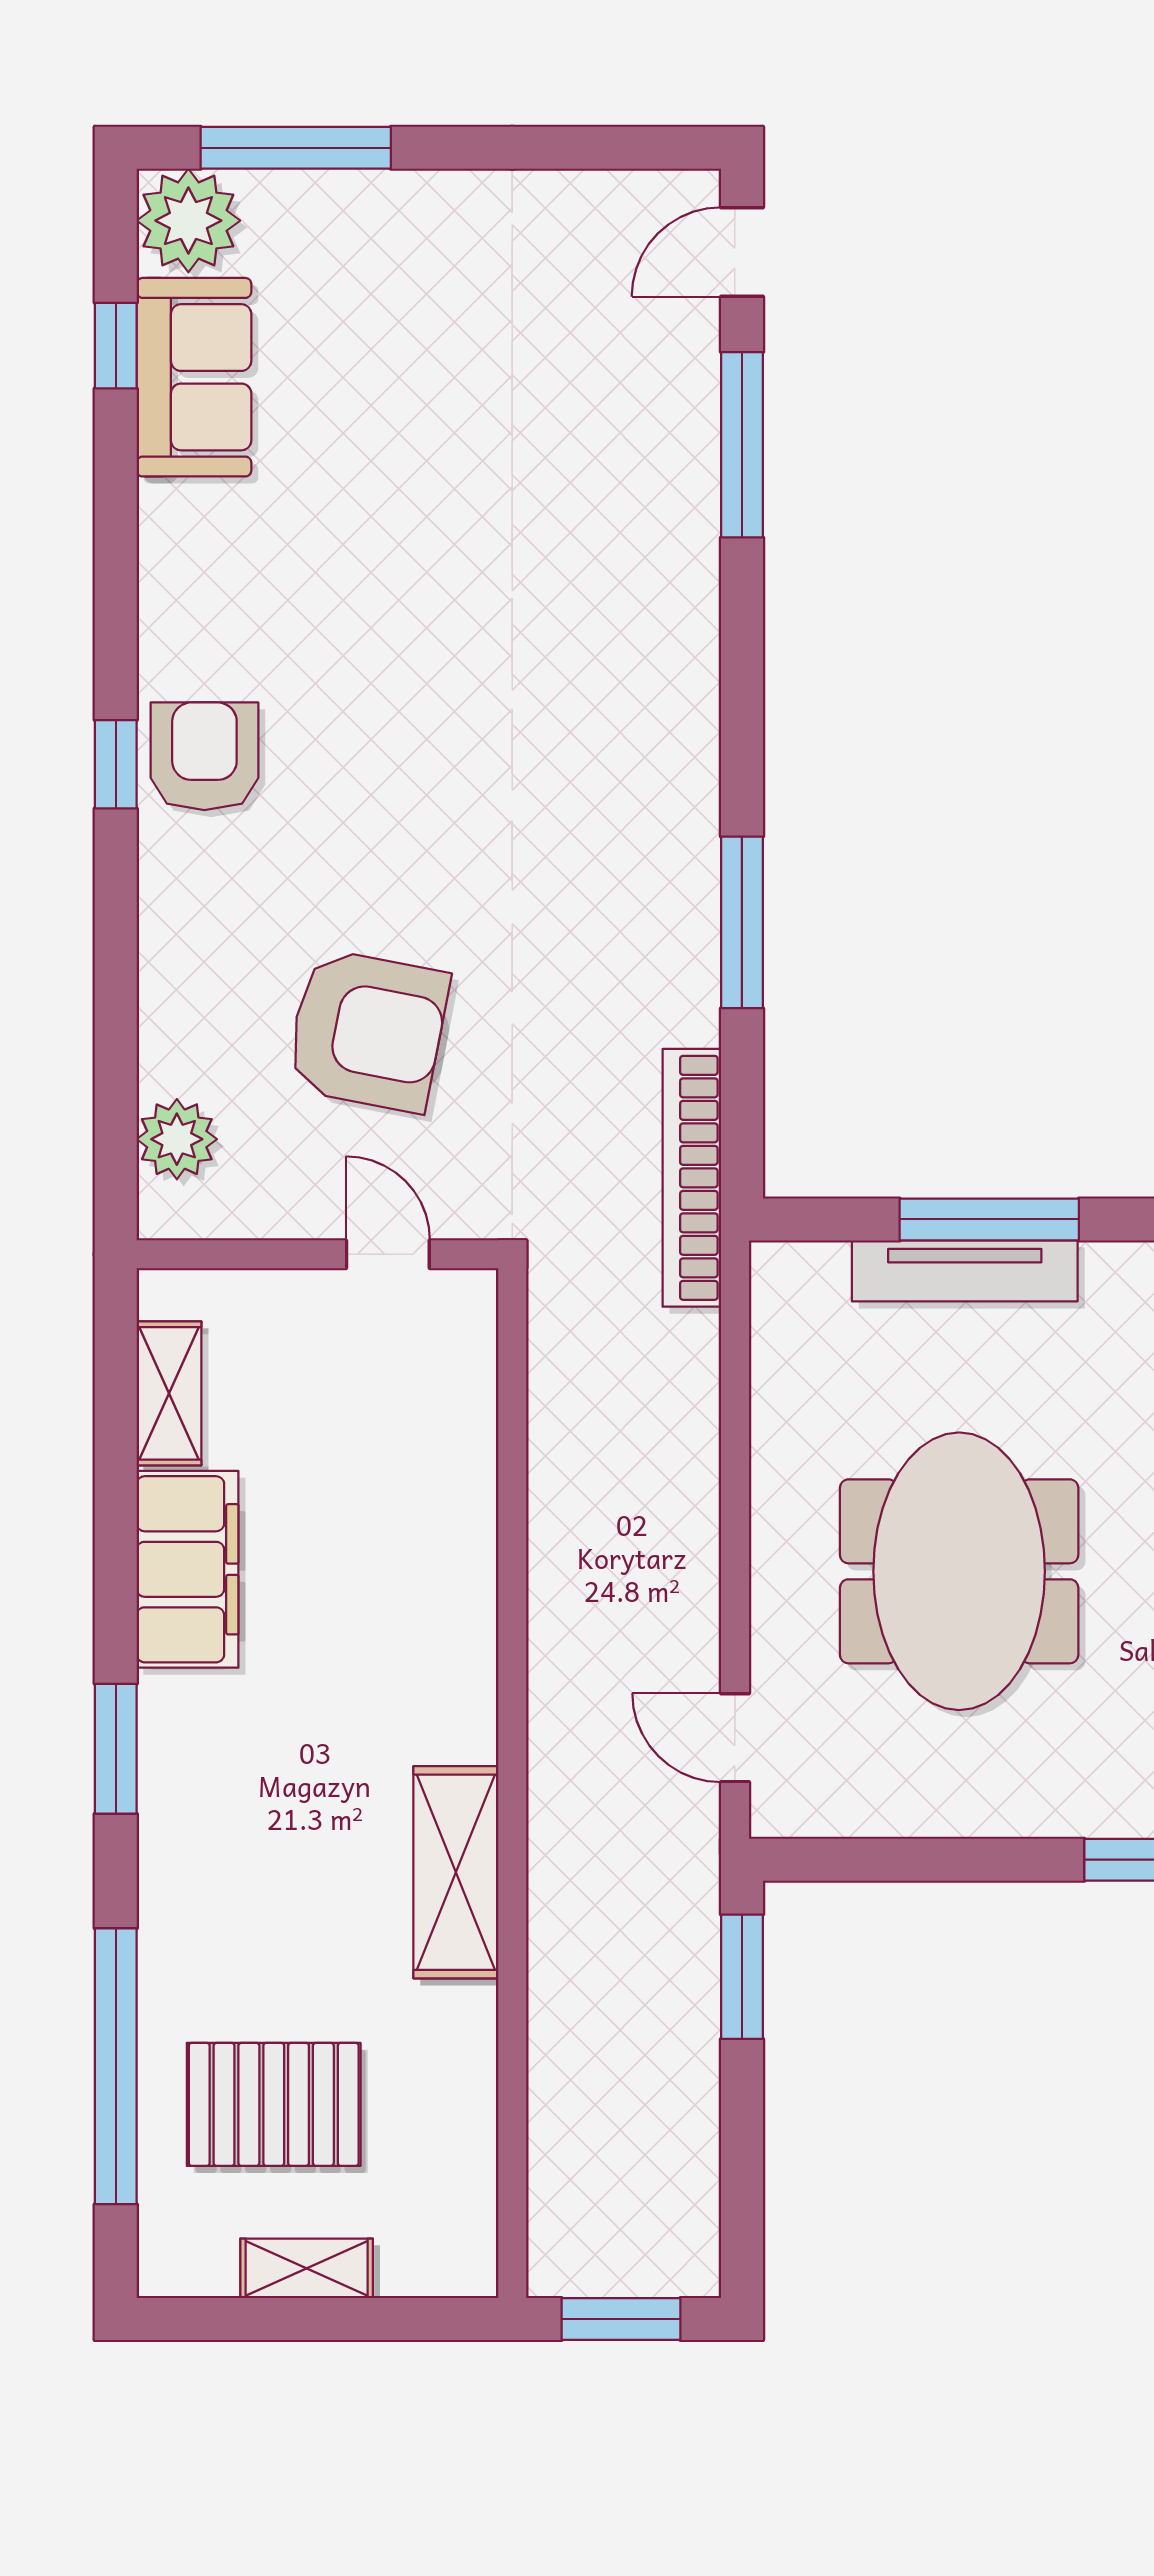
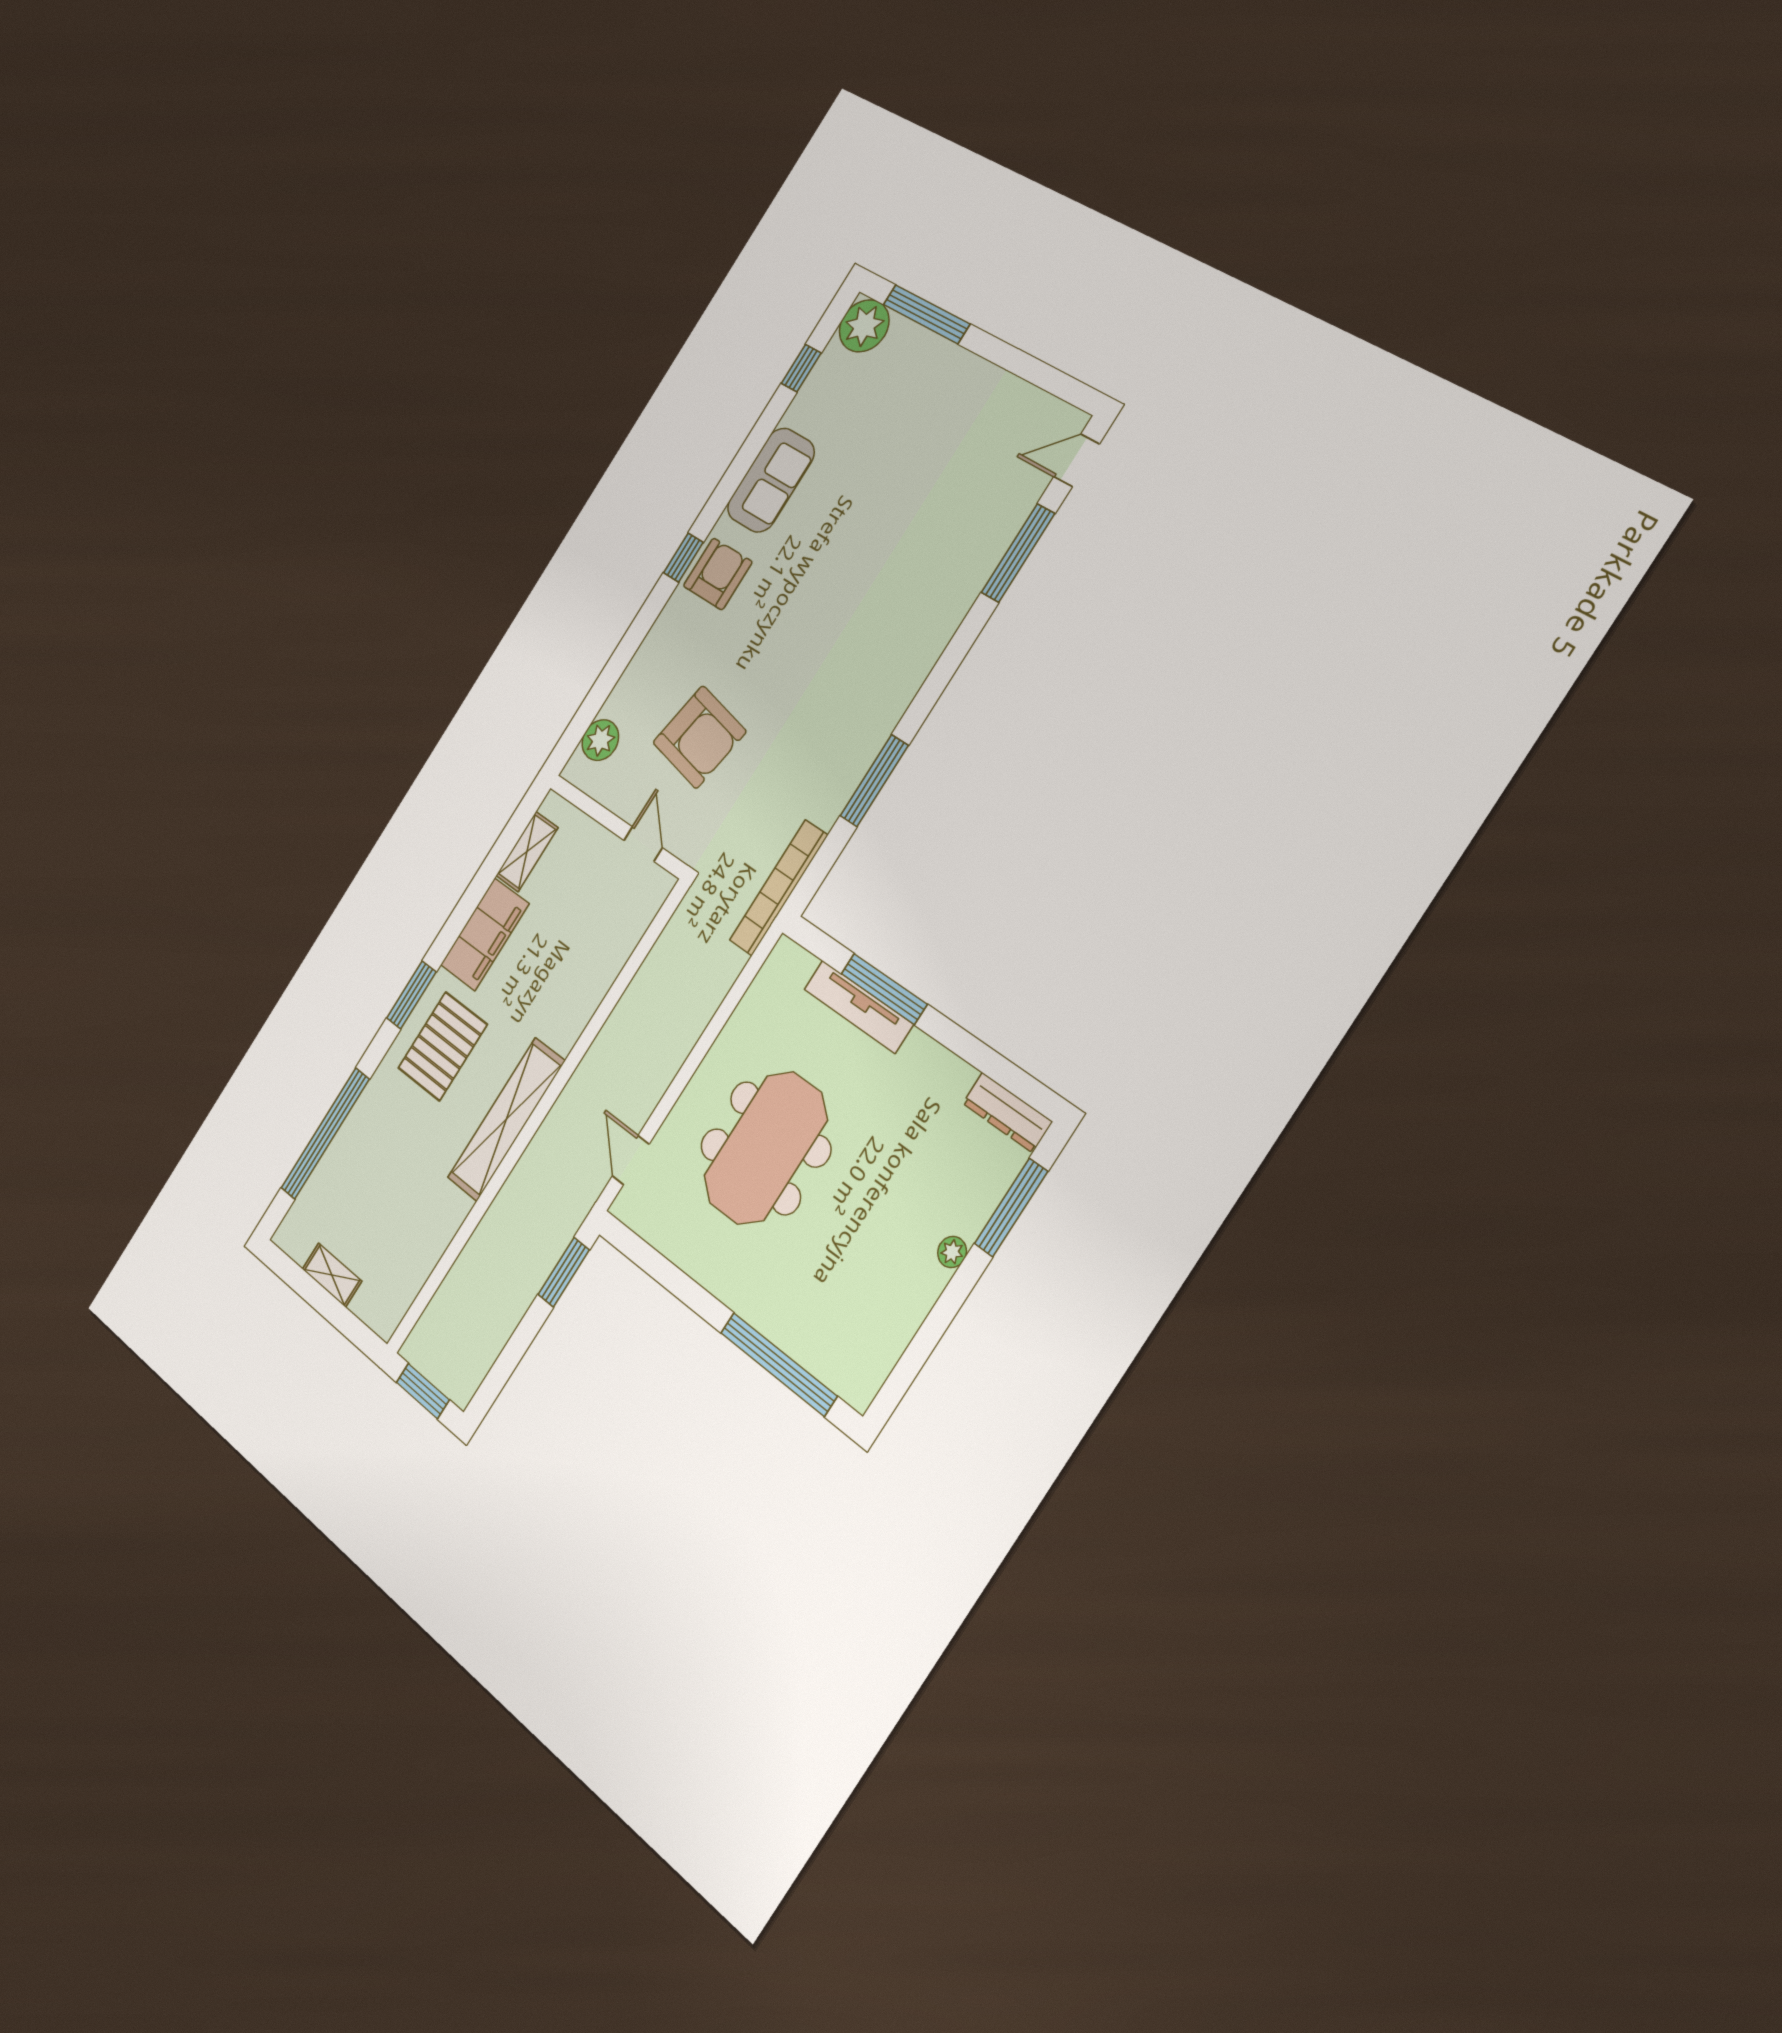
sofa: (194, 377) -> (771, 480), moved
shelving: (456, 1872) -> (506, 1119), width x1.47
pallet: (274, 2104) -> (443, 1046), moved, turned 90

